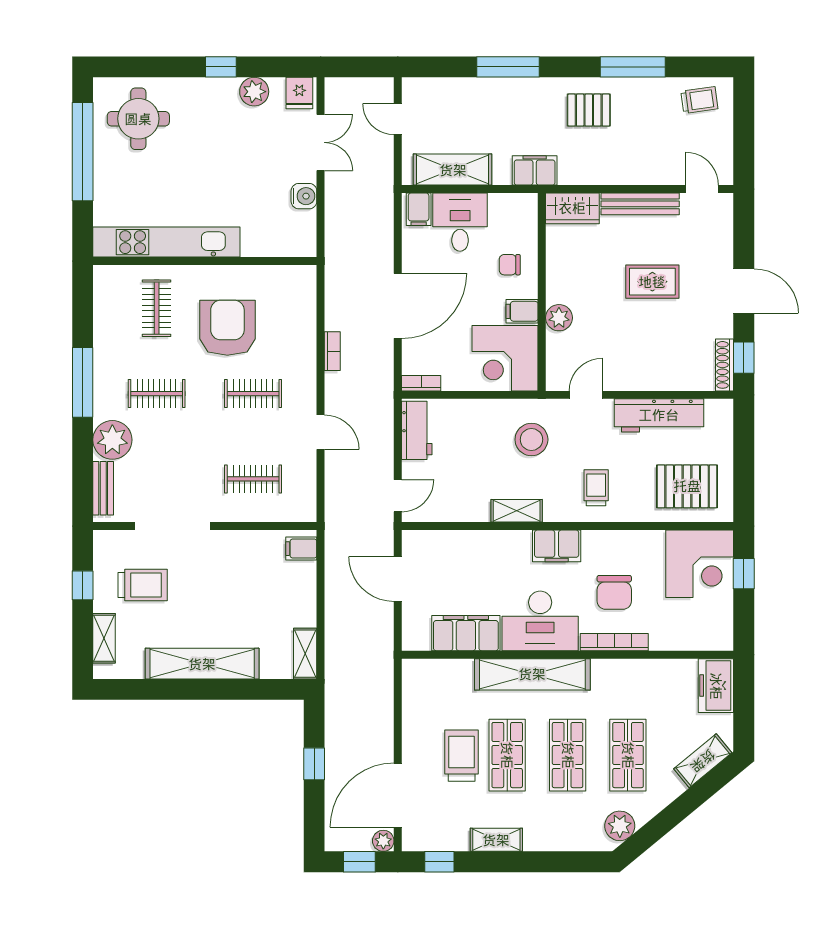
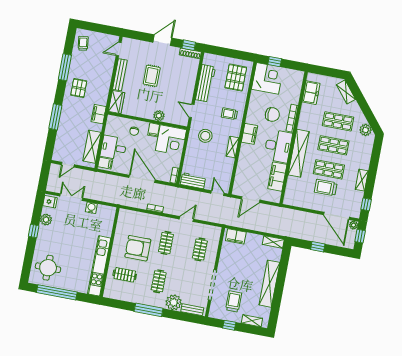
filing cabinet: (301, 549) -> (236, 236), width x2.00
freezer: (716, 686) -> (311, 93), moved, turned -90

